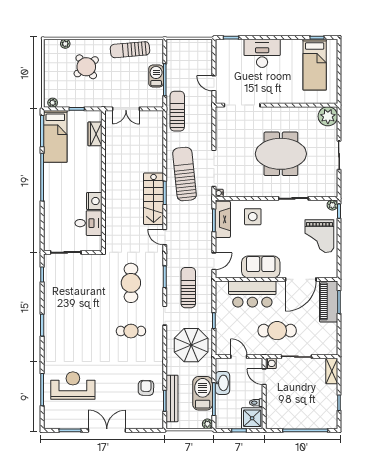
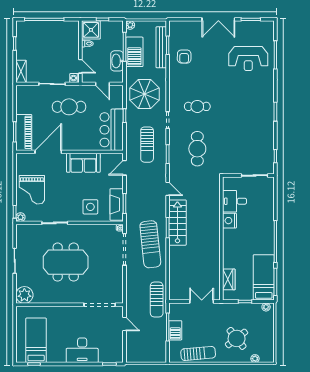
grand piano: (319, 236) -> (32, 190), turned 180
bar counter: (252, 294) -> (112, 130), moved, turned -90

